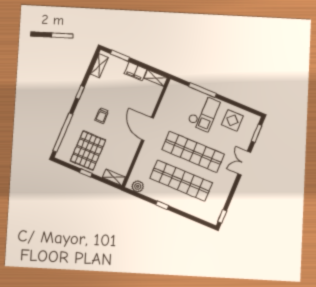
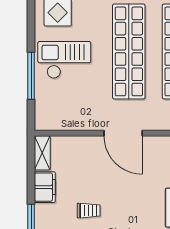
trolley: (102, 116) -> (89, 211), moved
door: (148, 129) -> (123, 133), hinge flipped

